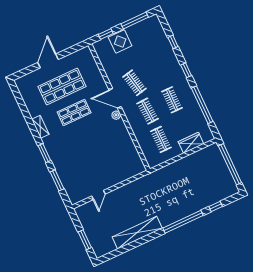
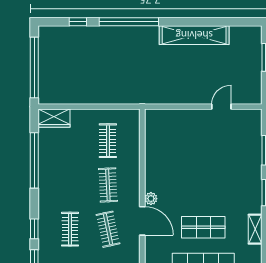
window: (186, 70) -> (34, 229), moved
clothes rail: (172, 100) -> (70, 229), moved
wardrobe: (191, 143) -> (54, 118), moved

